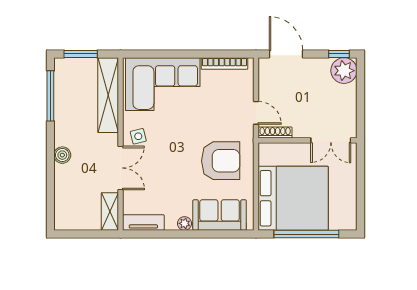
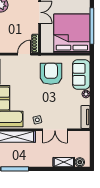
boiler: (62, 155) -> (80, 162), moved
double door: (121, 168) -> (55, 130), swing flipped
shelving: (110, 211) -> (64, 162), moved

